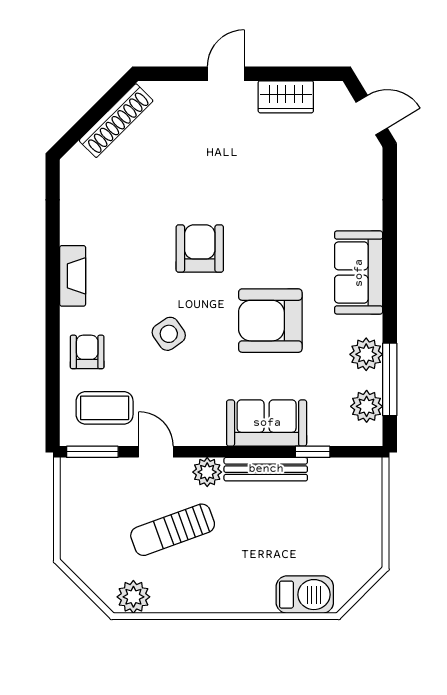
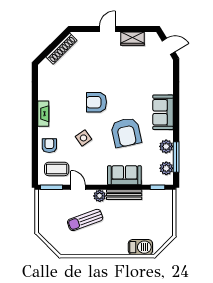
armchair: (200, 249) -> (96, 102), turned -90
armchair: (270, 321) -> (126, 132), turned -102
window: (313, 452) -> (157, 187), moved
plant: (133, 597) -> (69, 248), removed

